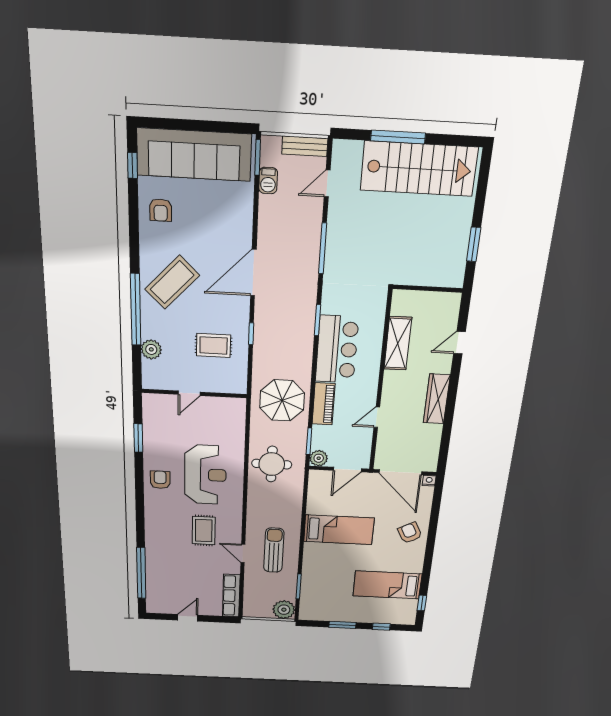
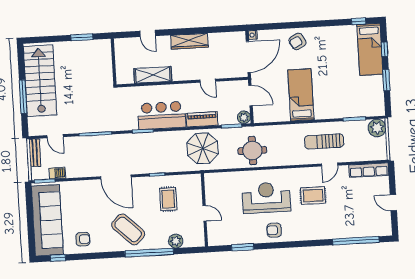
bed: (387, 585) -> (370, 49), moved

